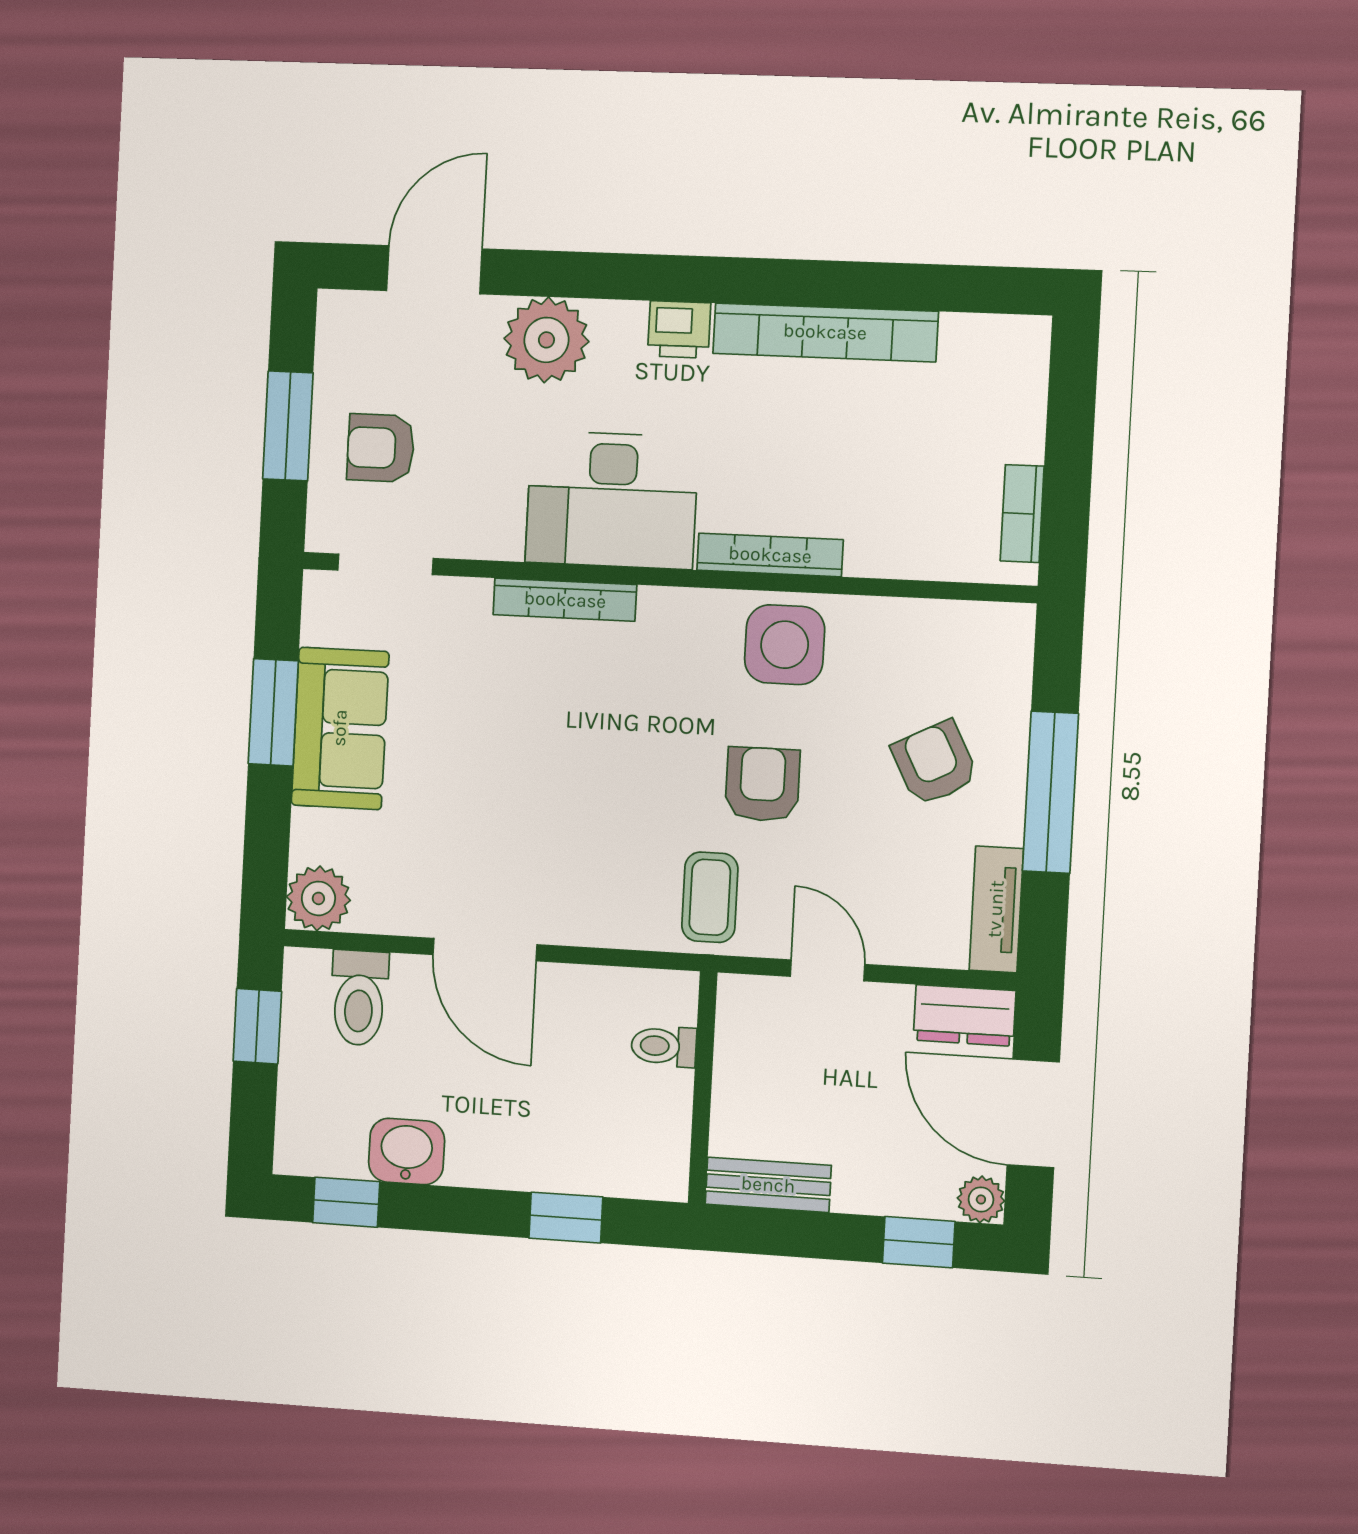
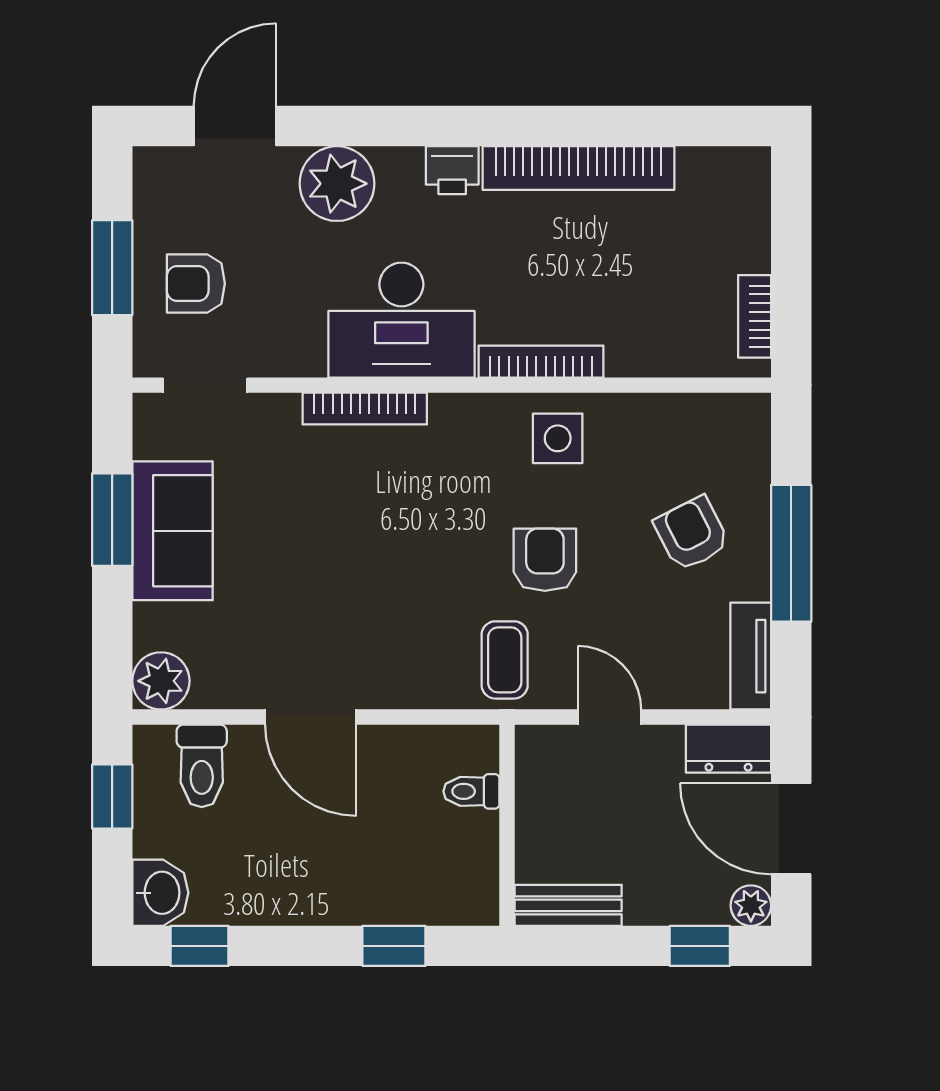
side table: (785, 645) -> (558, 438), width x0.73, depth x0.73
washbasin: (407, 1151) -> (160, 893), moved, turned 90

